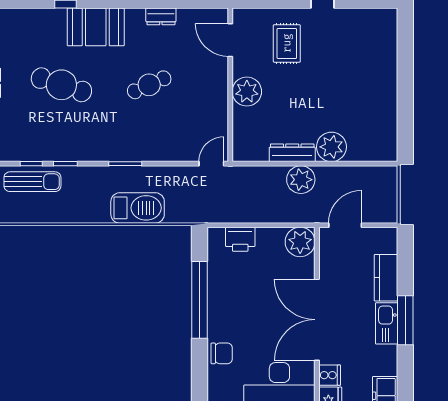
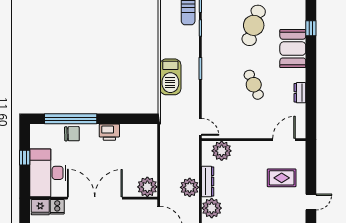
plant: (247, 92) -> (222, 151), moved
printer: (240, 239) -> (109, 132), moved, turned -90
window: (200, 300) -> (71, 119), moved
chair: (222, 353) -> (72, 134), turned -91

